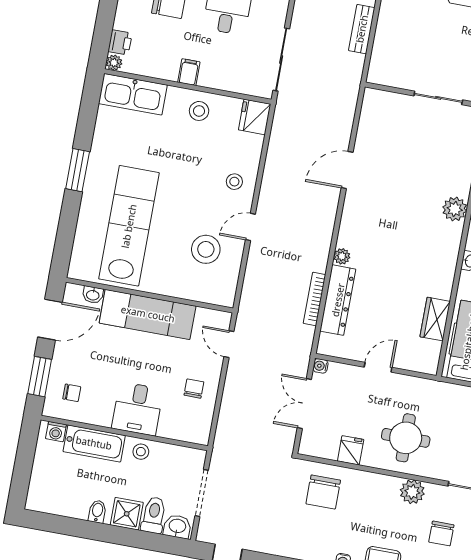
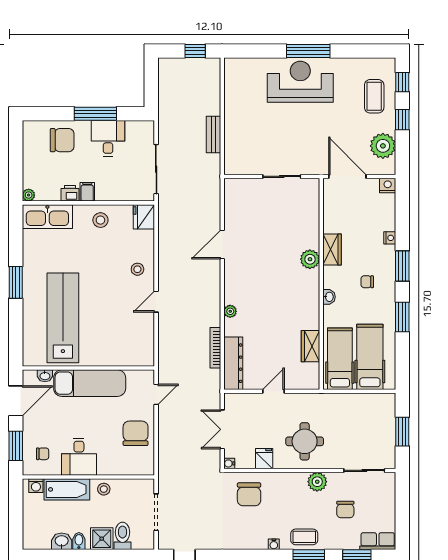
printer: (120, 42) -> (70, 193), moved, turned -90
stool: (206, 249) -> (125, 325), removed
dresser: (338, 300) -> (233, 363), moved
door: (229, 344) -> (156, 394), swing flipped
water cooler: (320, 366) -> (229, 463), moved
chair: (194, 389) -> (136, 433), width x1.87, depth x1.87
desk: (138, 409) -> (79, 457), moved
washbasin: (177, 526) -> (62, 541), moved

